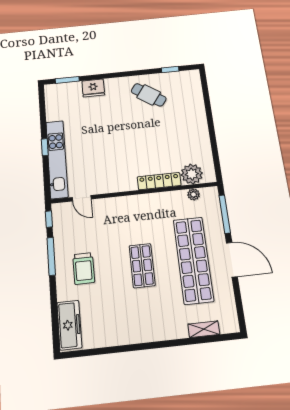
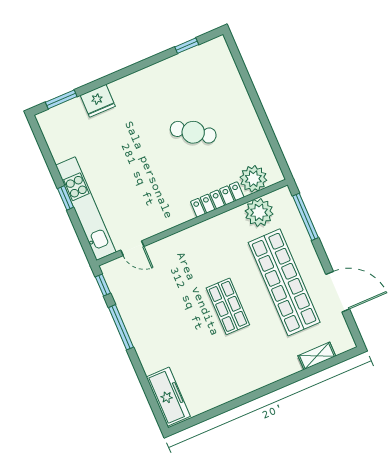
cafe table: (149, 95) -> (193, 132), moved
plant: (194, 194) -> (259, 212), width x1.88, depth x1.88
door: (232, 260) -> (338, 292), moved
trolley: (84, 268) -> (163, 330), removed

